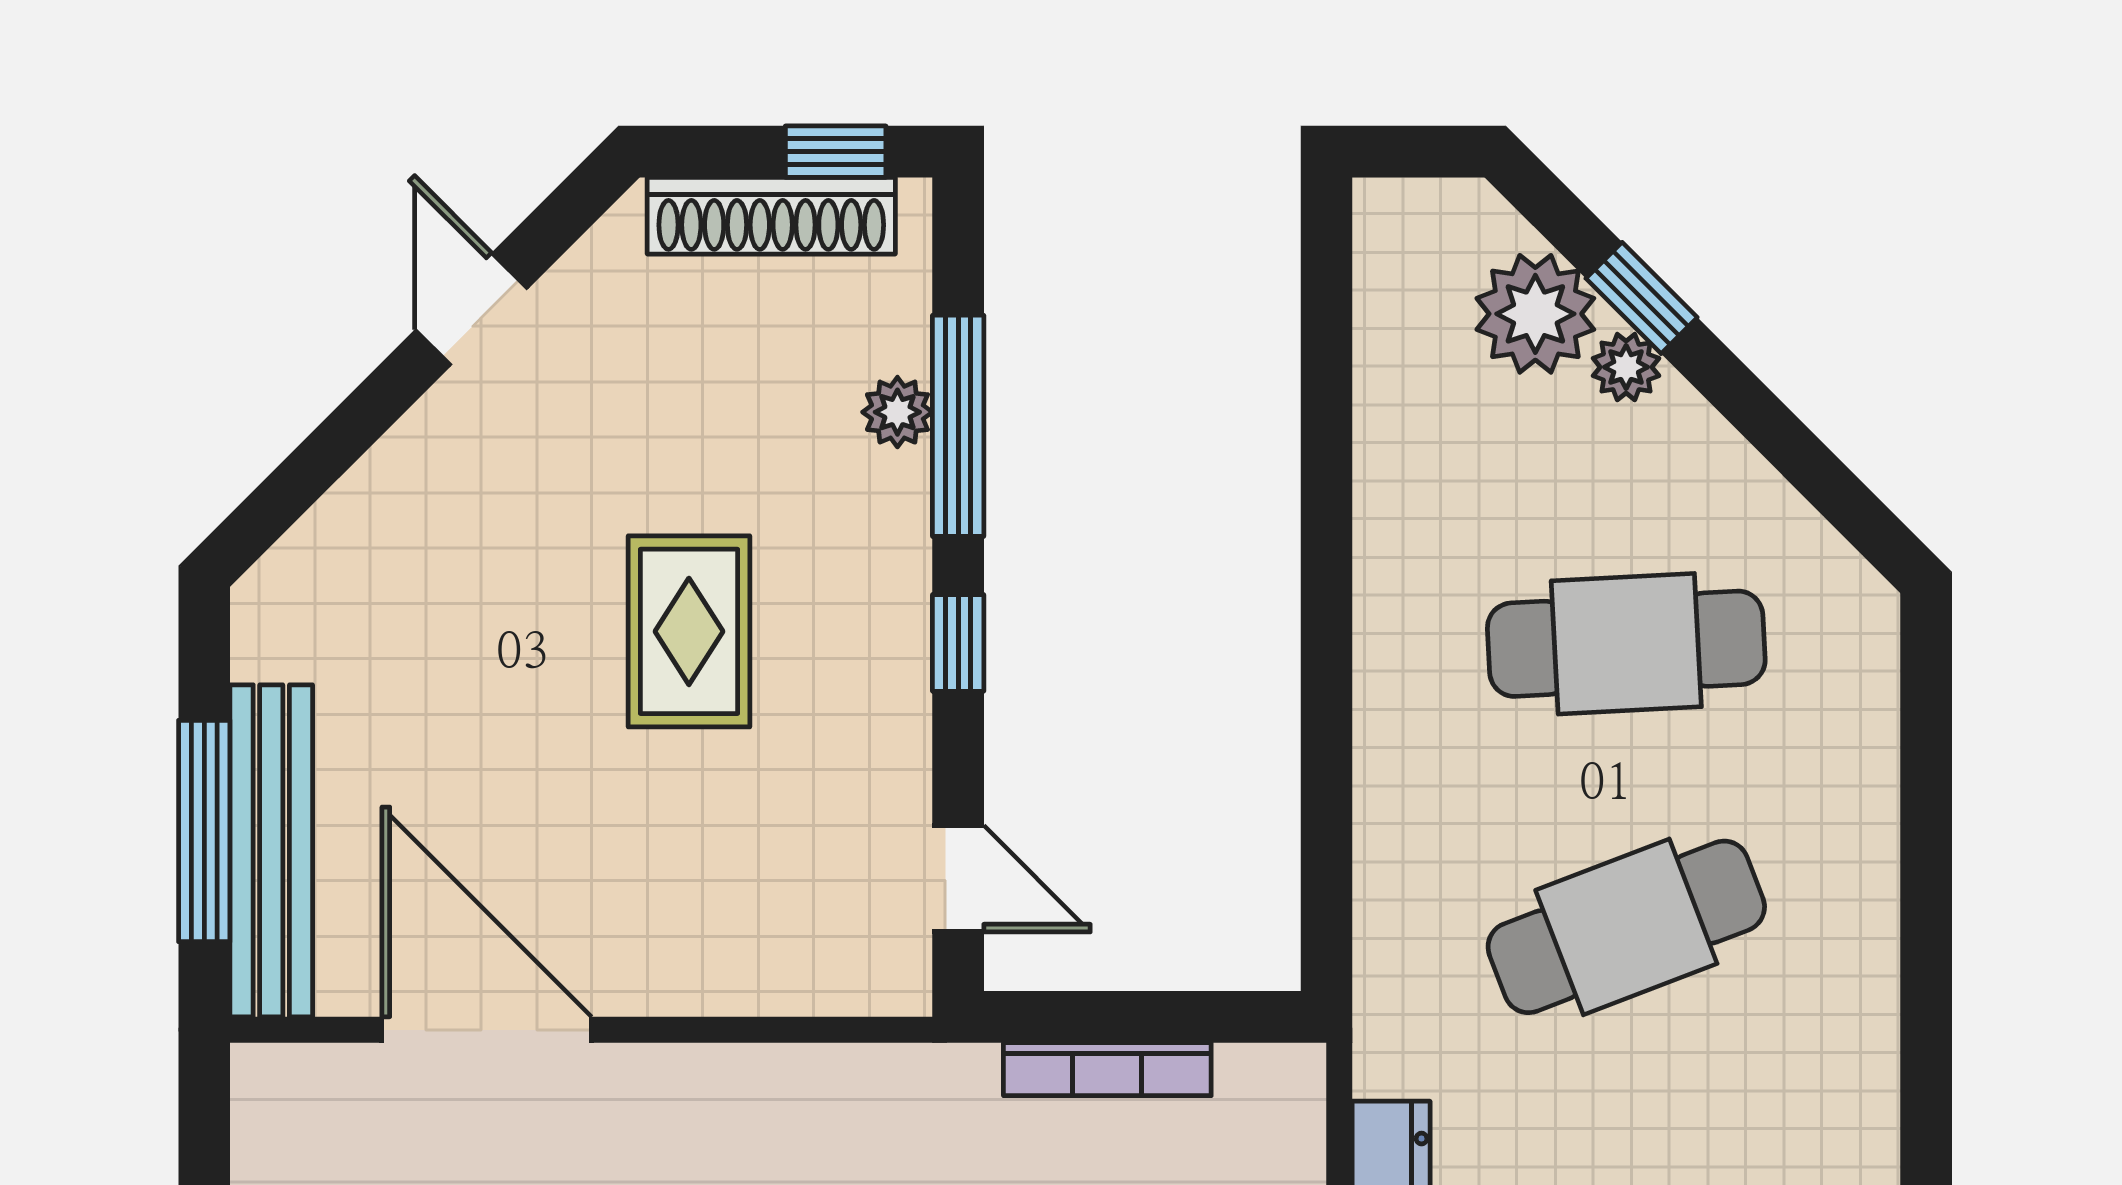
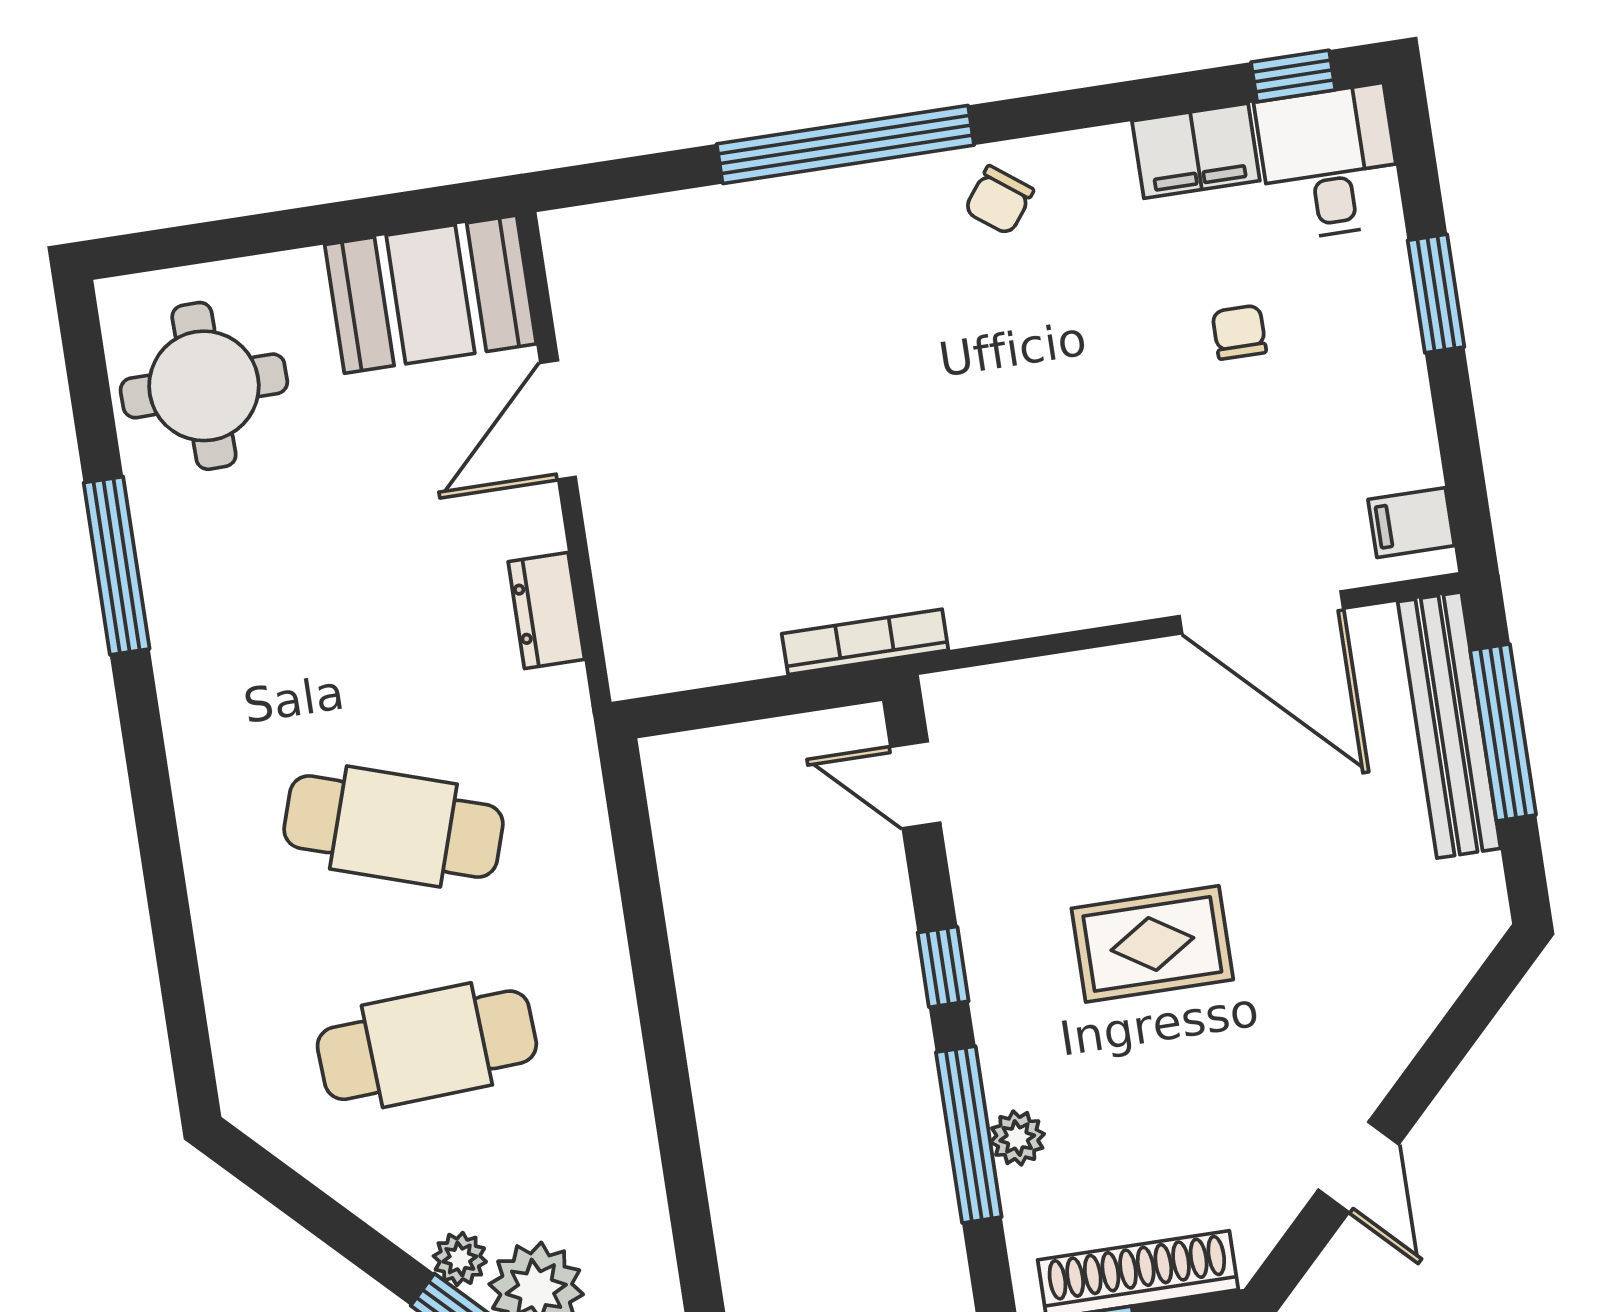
rug: (689, 631) -> (1152, 944), turned 90
cafe table: (1626, 927) -> (393, 826), turned 39
bookcase: (1107, 1069) -> (865, 642), moved
filing cabinet: (280, 1114) -> (1411, 523), added

